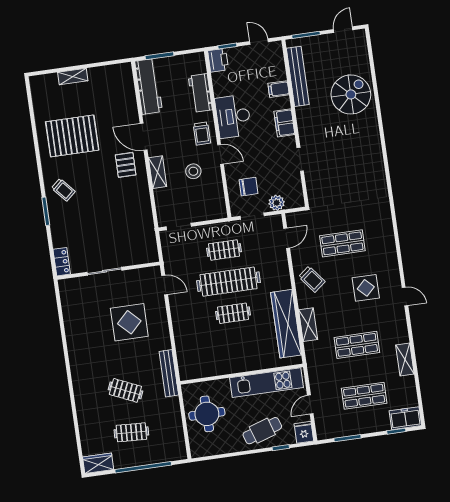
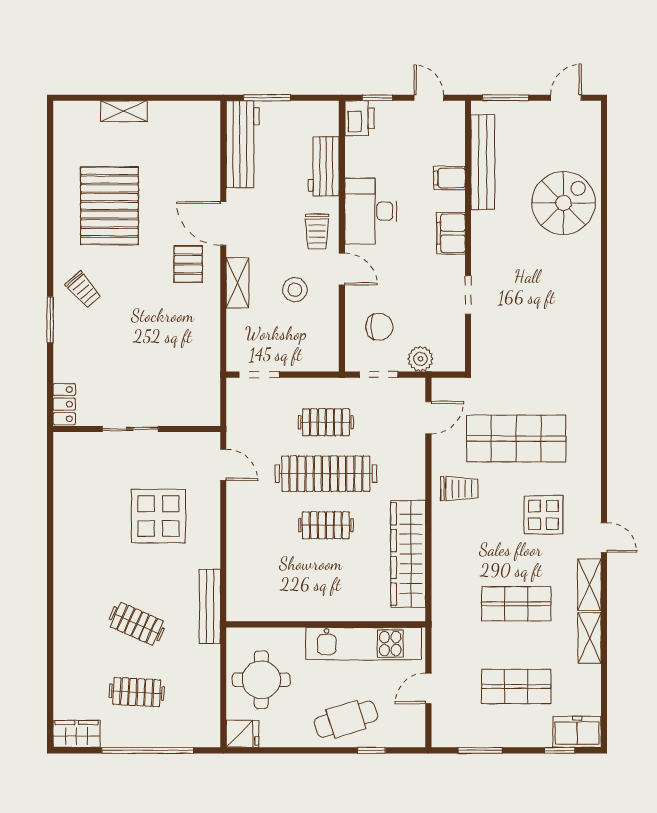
pallet: (72, 136) -> (109, 206), turned 90
shop shelf: (342, 243) -> (516, 439), width x1.43, depth x1.36
trolley: (312, 279) -> (459, 489), turned -52
shelving: (308, 325) -> (589, 585), moved
fridge: (304, 432) -> (242, 734), moved, turned 90

